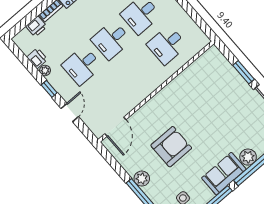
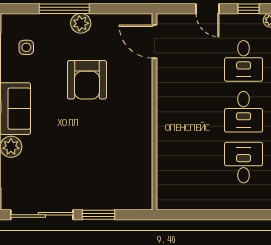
desk: (111, 40) -> (244, 112), turned 180
desk: (167, 45) -> (191, 163), removed
desk: (82, 66) -> (244, 61), turned 180

